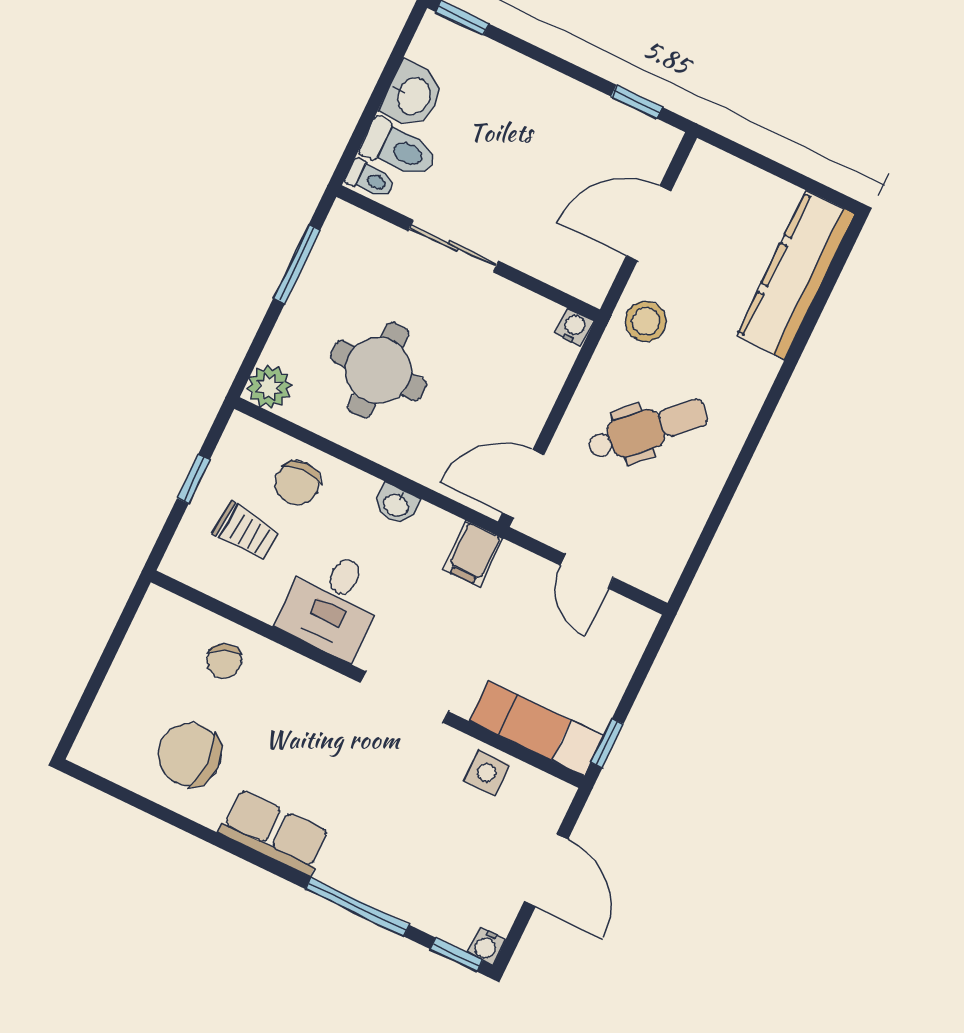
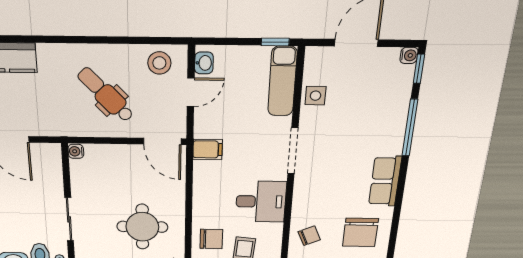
stool: (646, 321) -> (159, 63), moved
washbasin: (396, 505) -> (204, 63), moved

